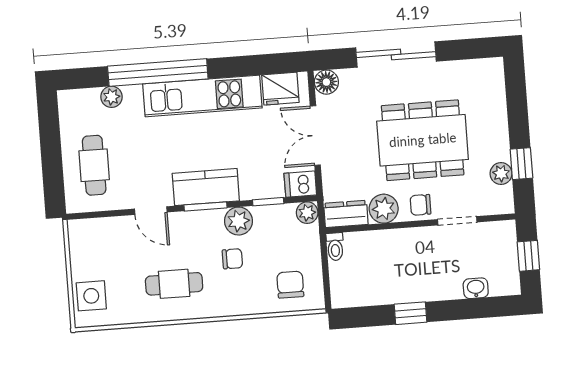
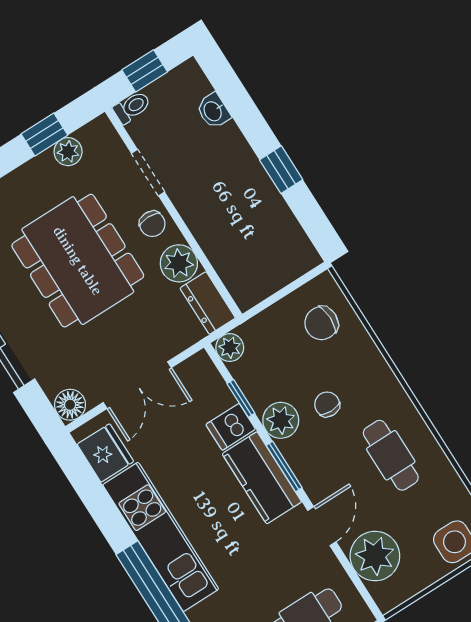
dishwasher: (300, 184) -> (231, 427), moved, turned 90
plant: (111, 236) -> (375, 556), added
toilet: (335, 247) -> (132, 107), moved

